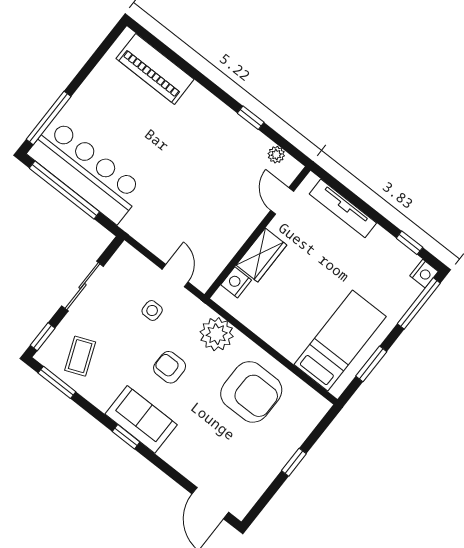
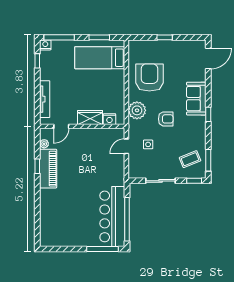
piano: (155, 69) -> (48, 169), moved
armchair: (170, 367) -> (166, 119), turned -90
sofa: (141, 419) -> (196, 99), moved

